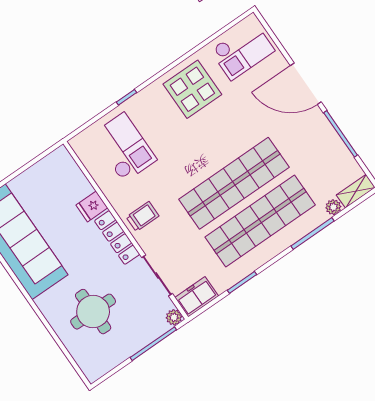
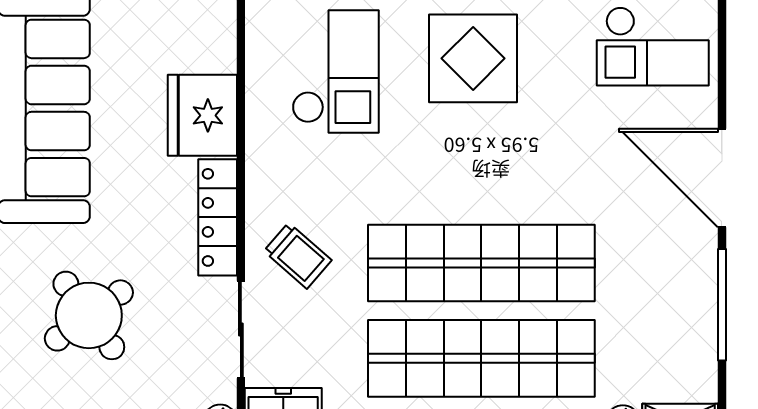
display table: (192, 89) -> (473, 58), moved
fridge: (92, 206) -> (202, 115), width x1.88, depth x1.34
trolley: (143, 216) -> (298, 256), moved, turned 41
round table: (93, 312) -> (89, 315), turned -36

